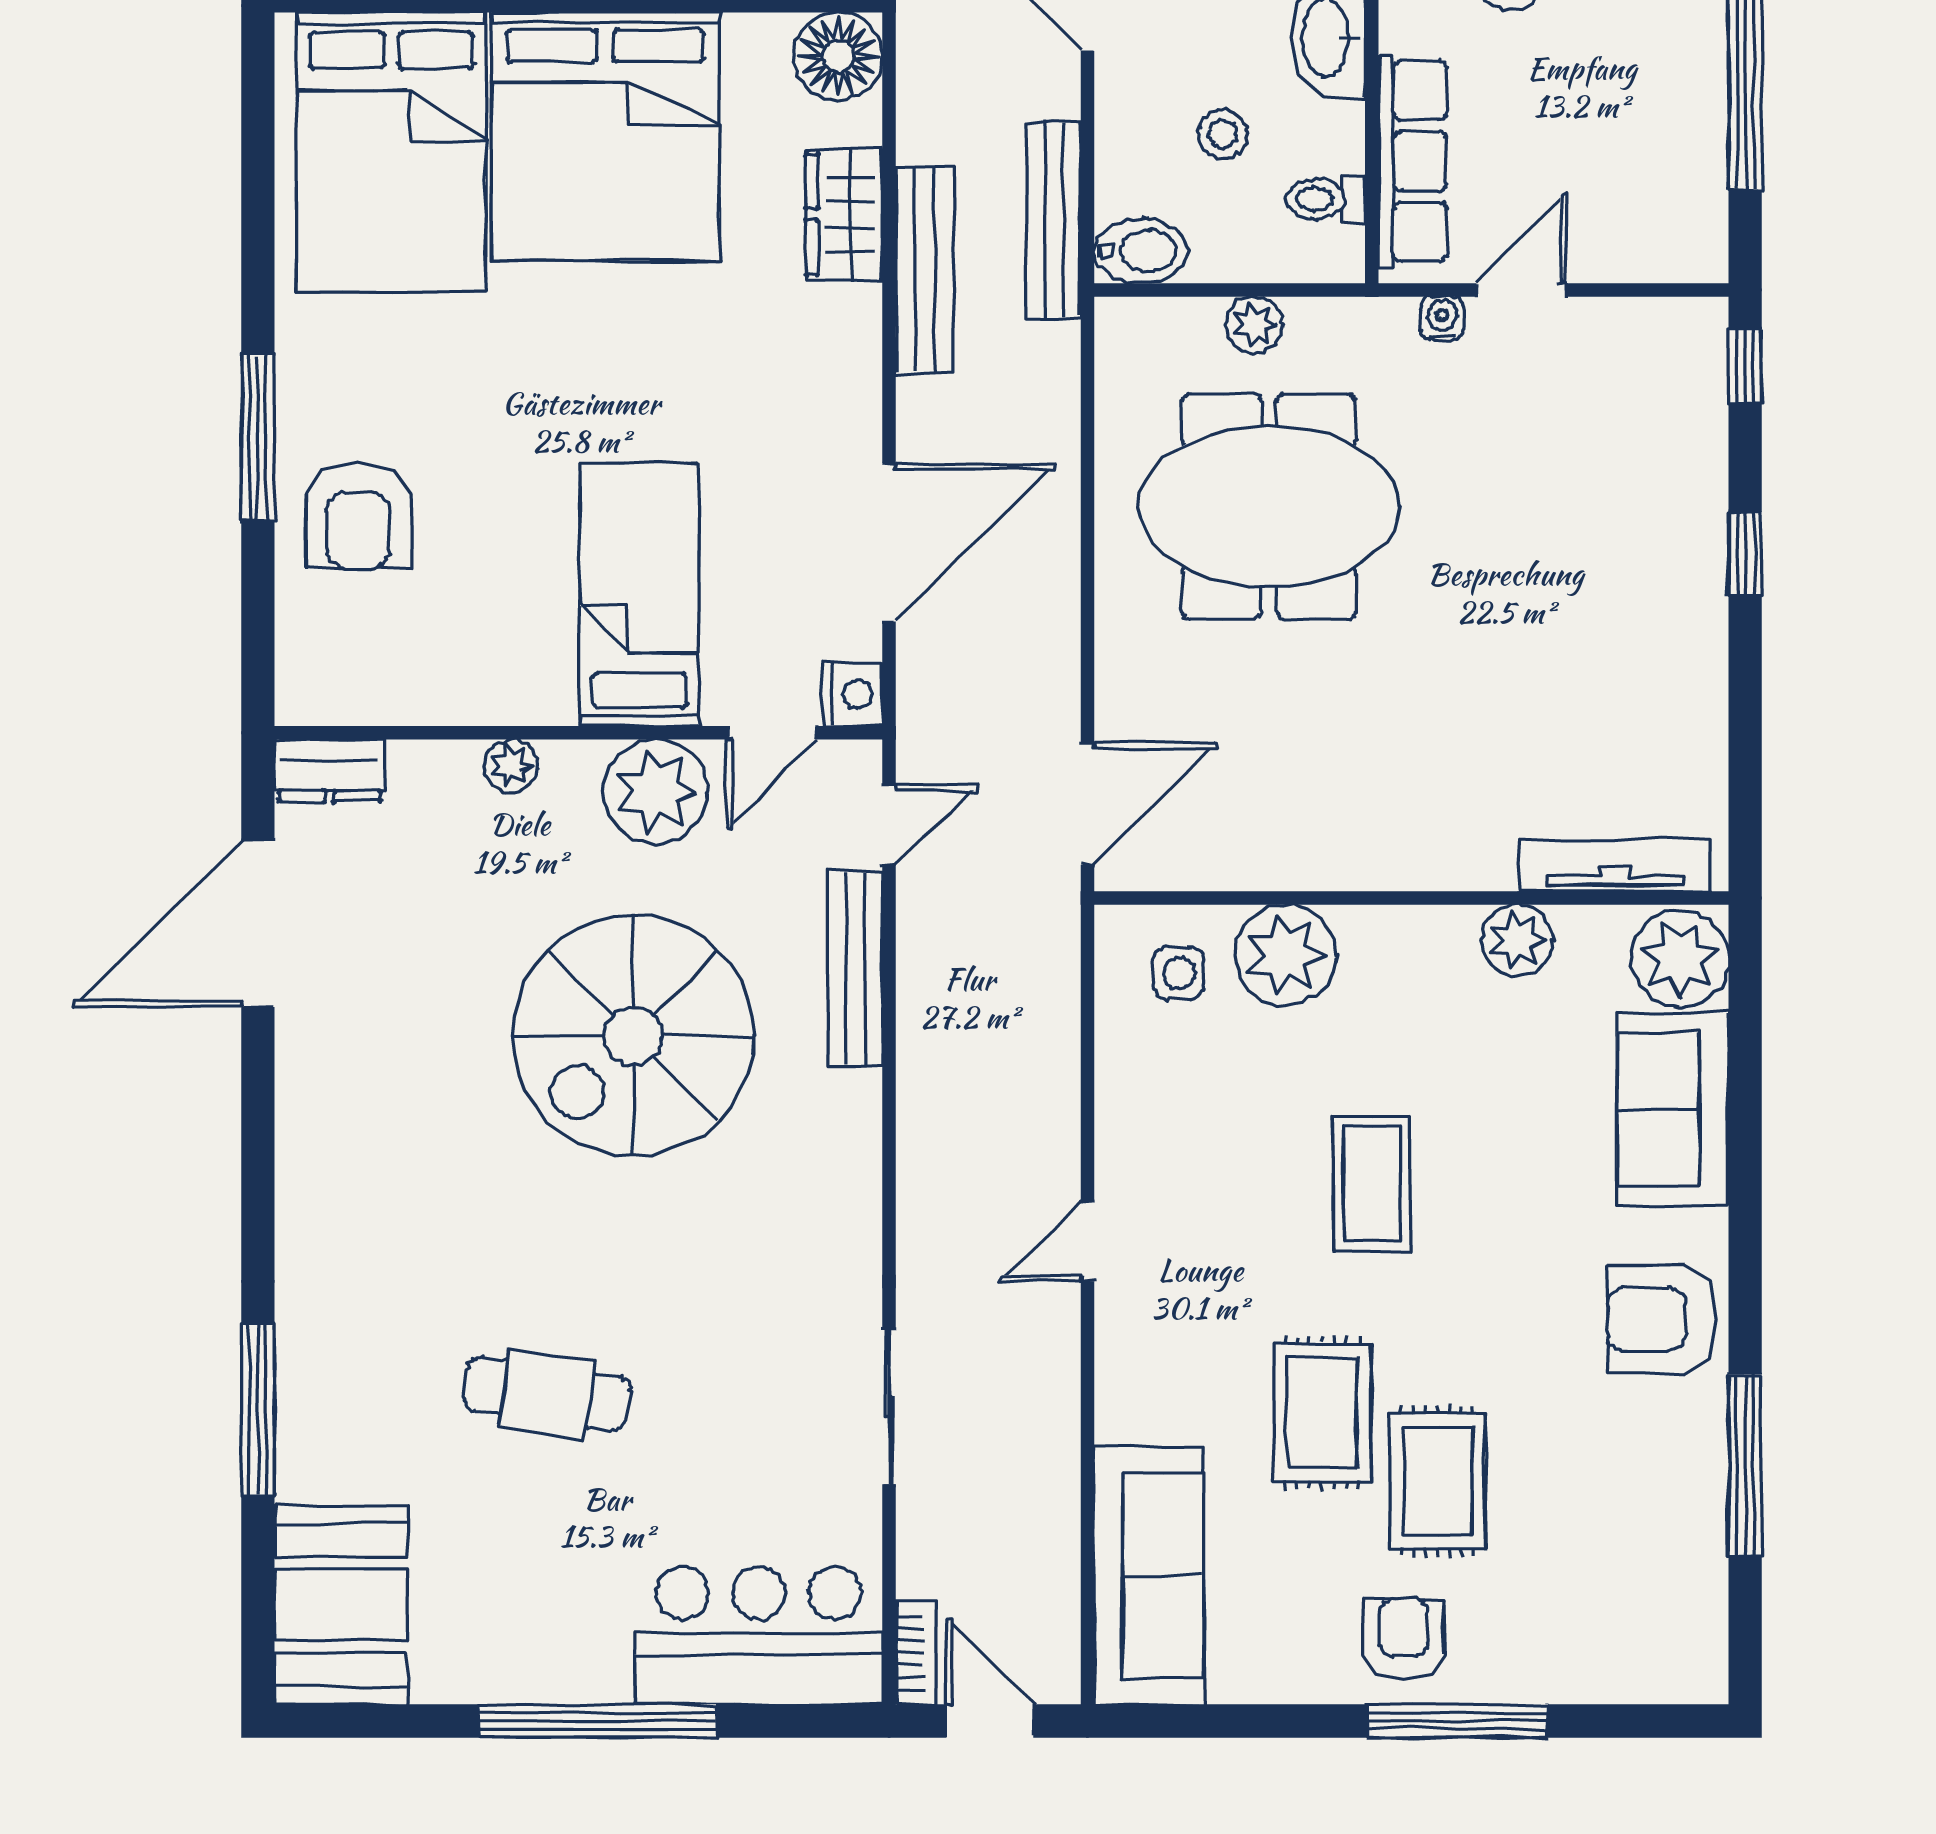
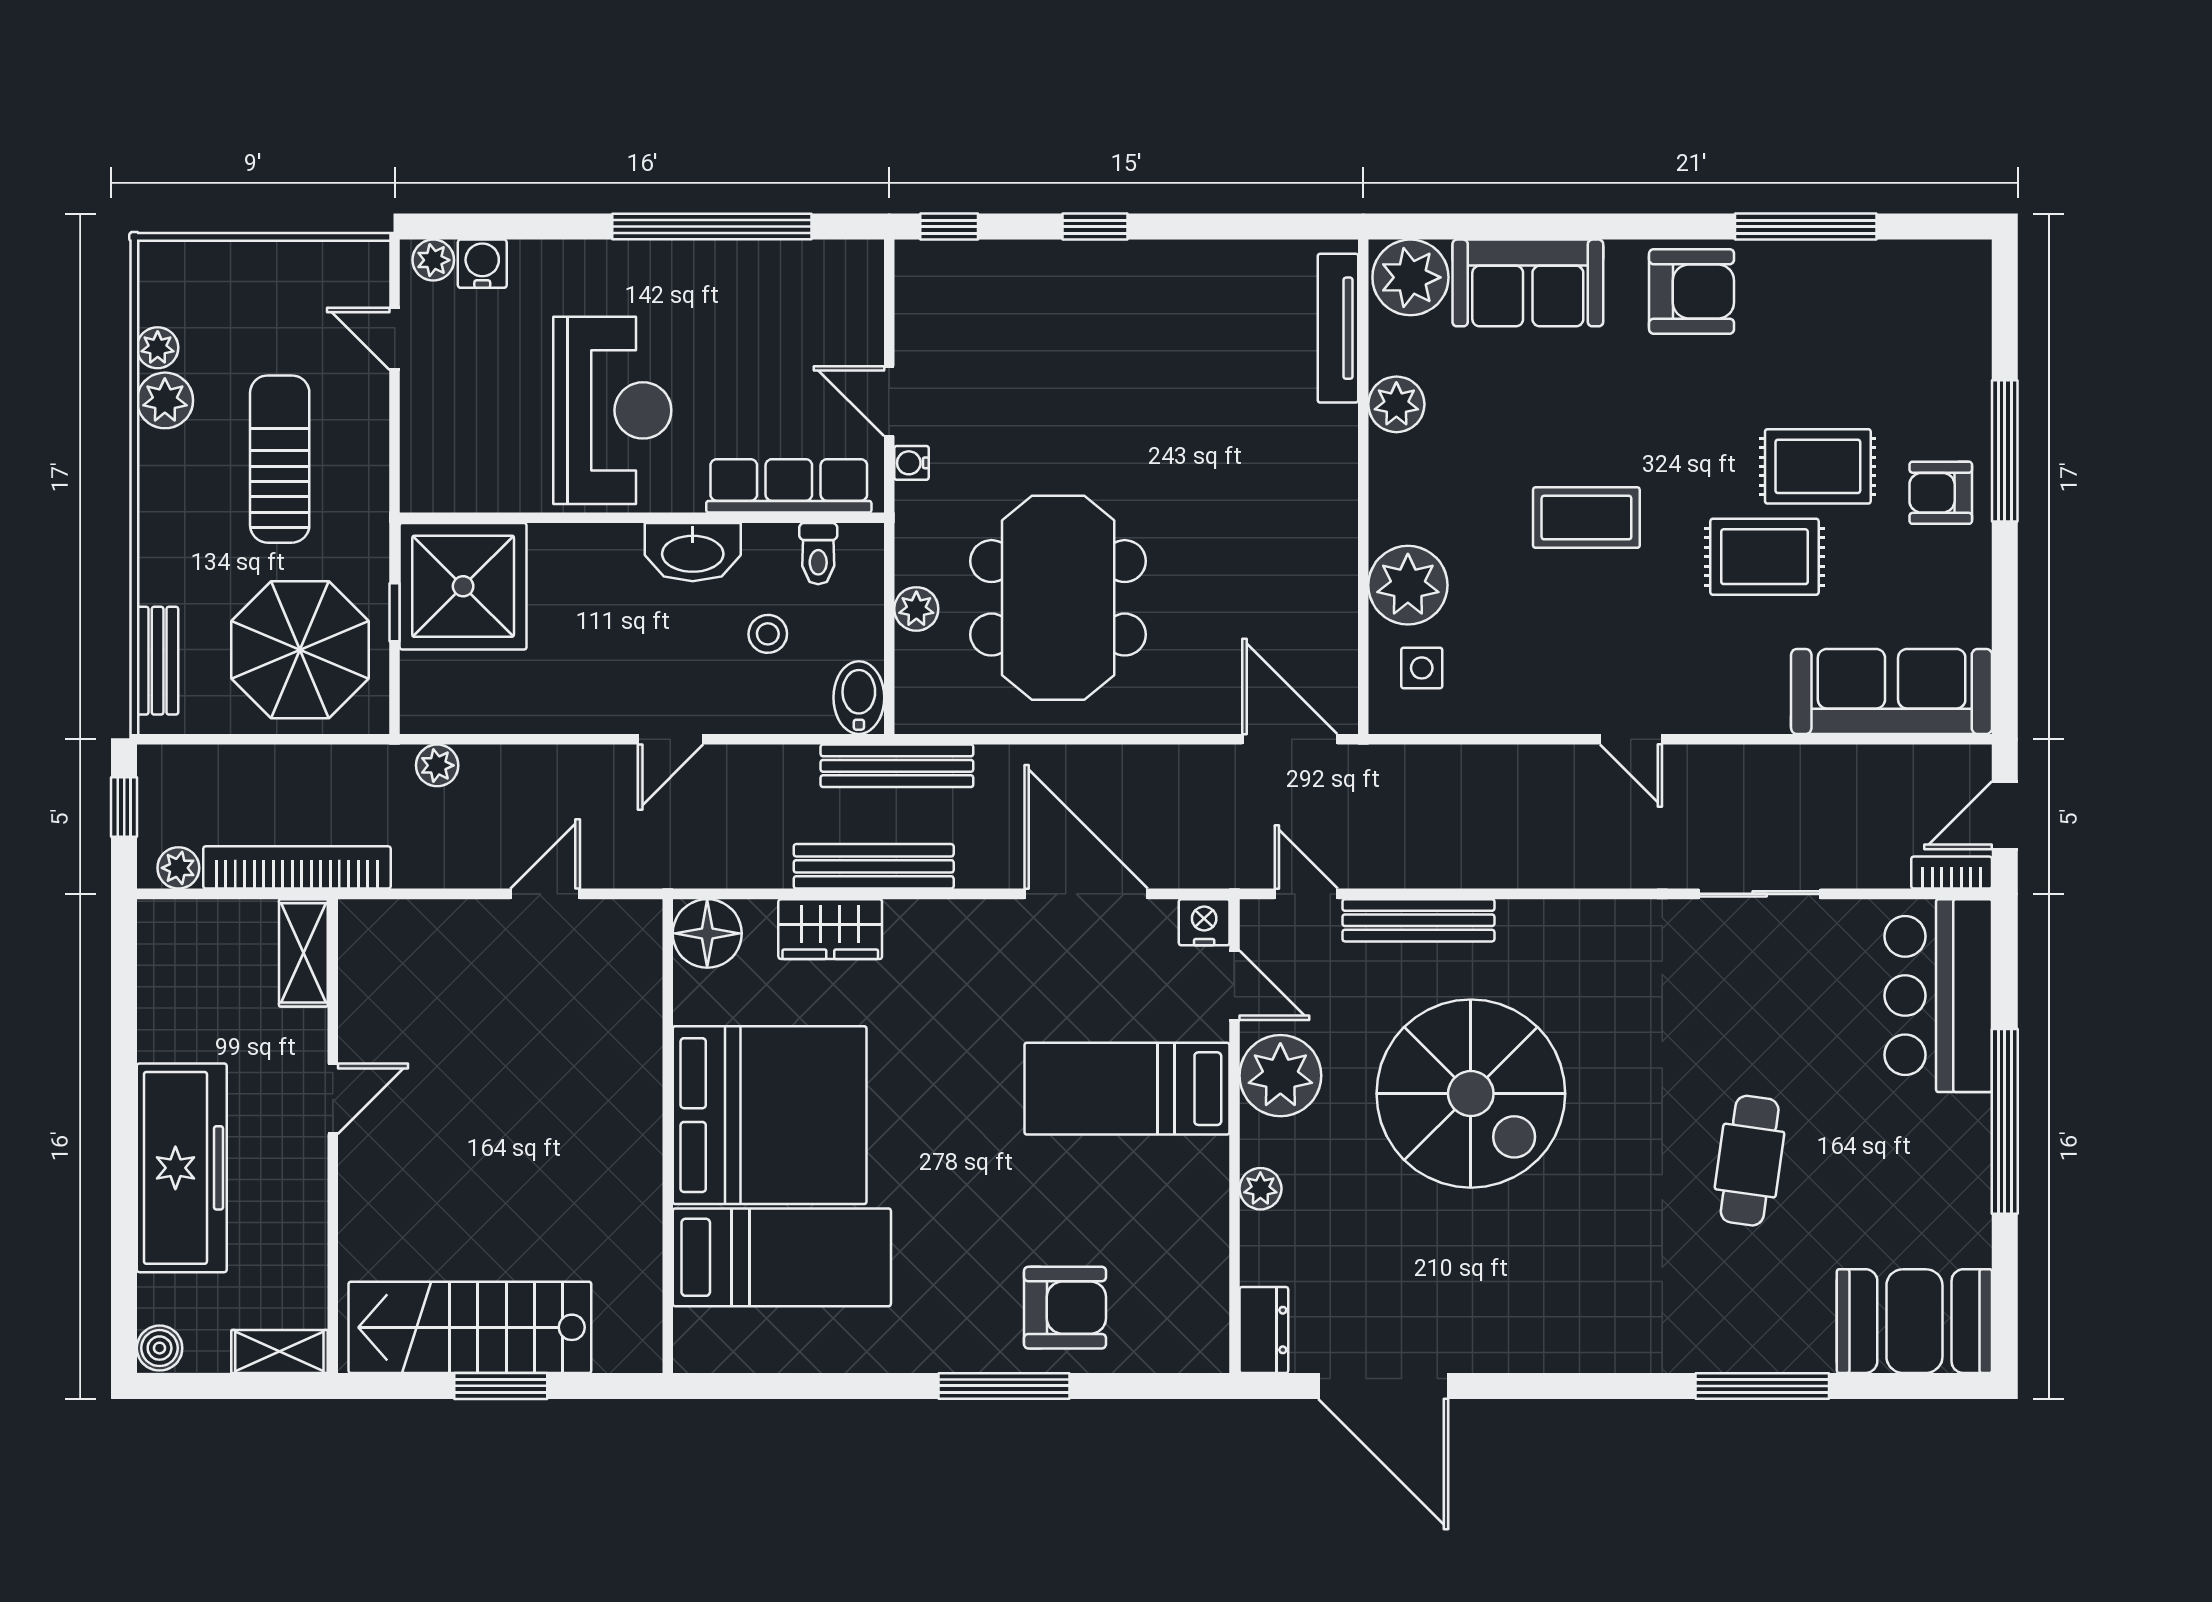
bed: (391, 152) -> (782, 1257), width x0.67
bench: (1053, 220) -> (897, 766), moved
armchair: (1662, 1319) -> (1692, 291), turned -90

